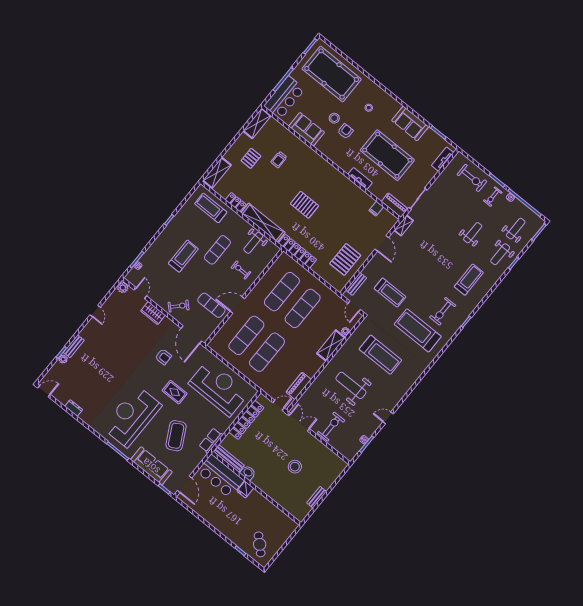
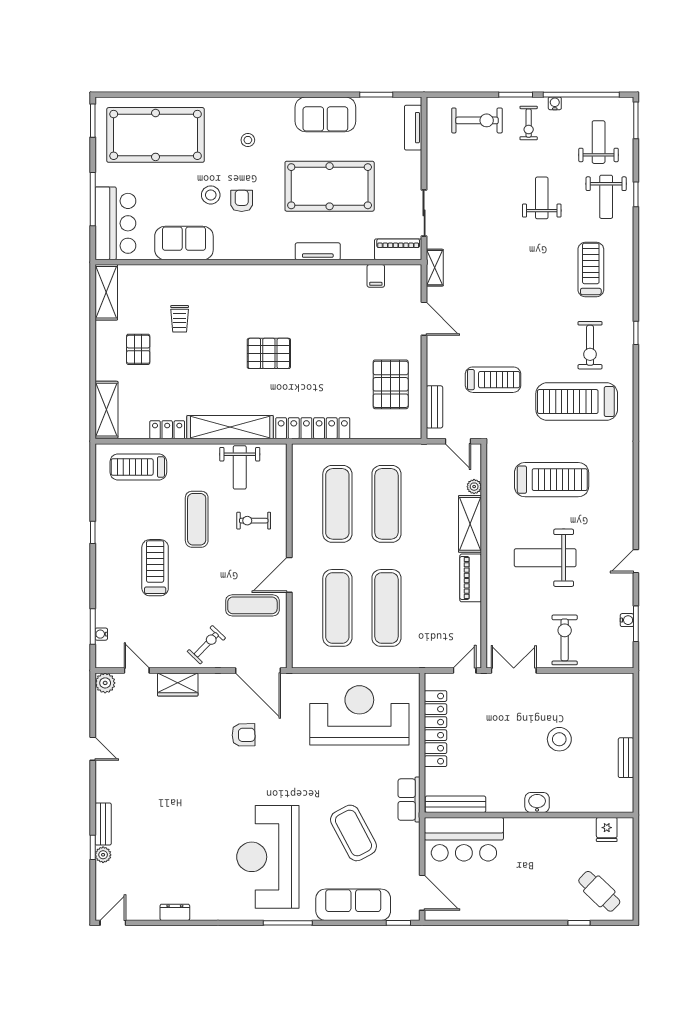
piano: (299, 386) -> (471, 578), moved
rug: (175, 392) -> (301, 772), removed
washbasin: (248, 473) -> (537, 802), moved
fridge: (245, 490) -> (607, 830), moved

